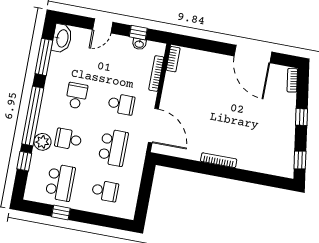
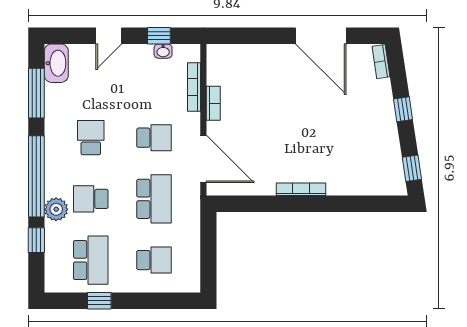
bookcase: (173, 59) -> (213, 103), moved

